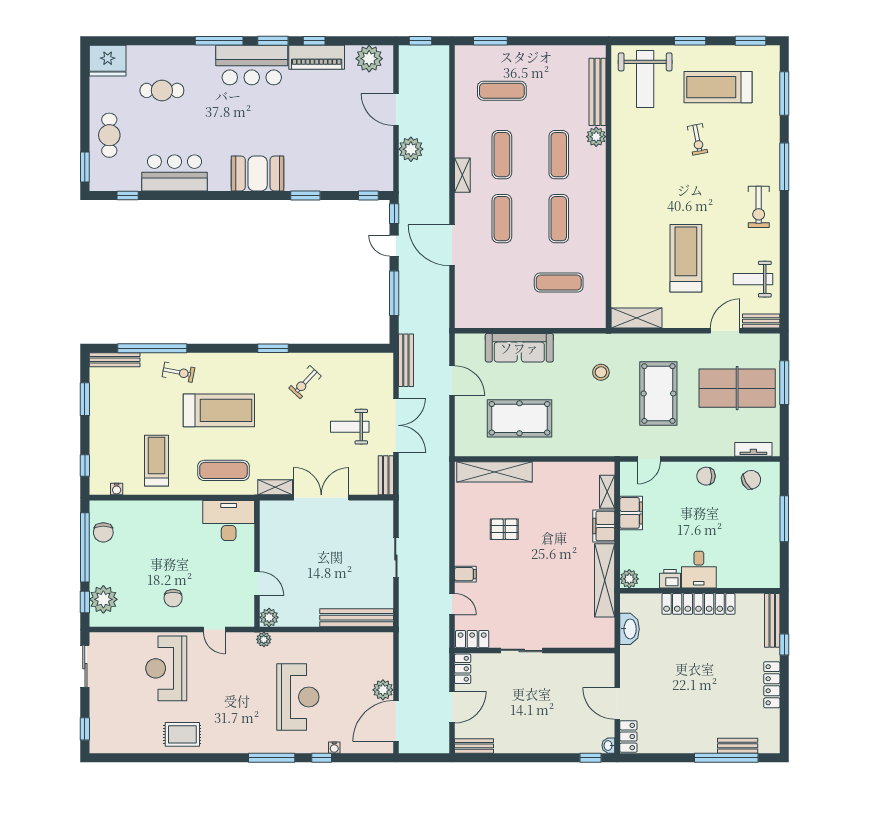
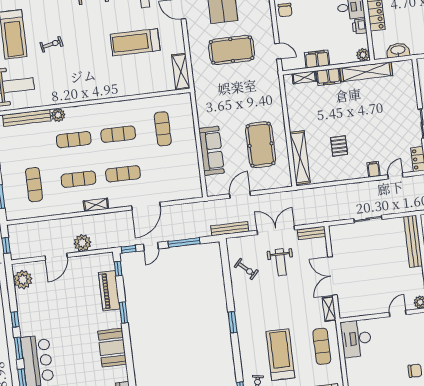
piano: (317, 57) -> (109, 291), moved, turned 180
stool: (601, 372) -> (222, 92), removed
exercise bike: (305, 382) -> (246, 269), moved

